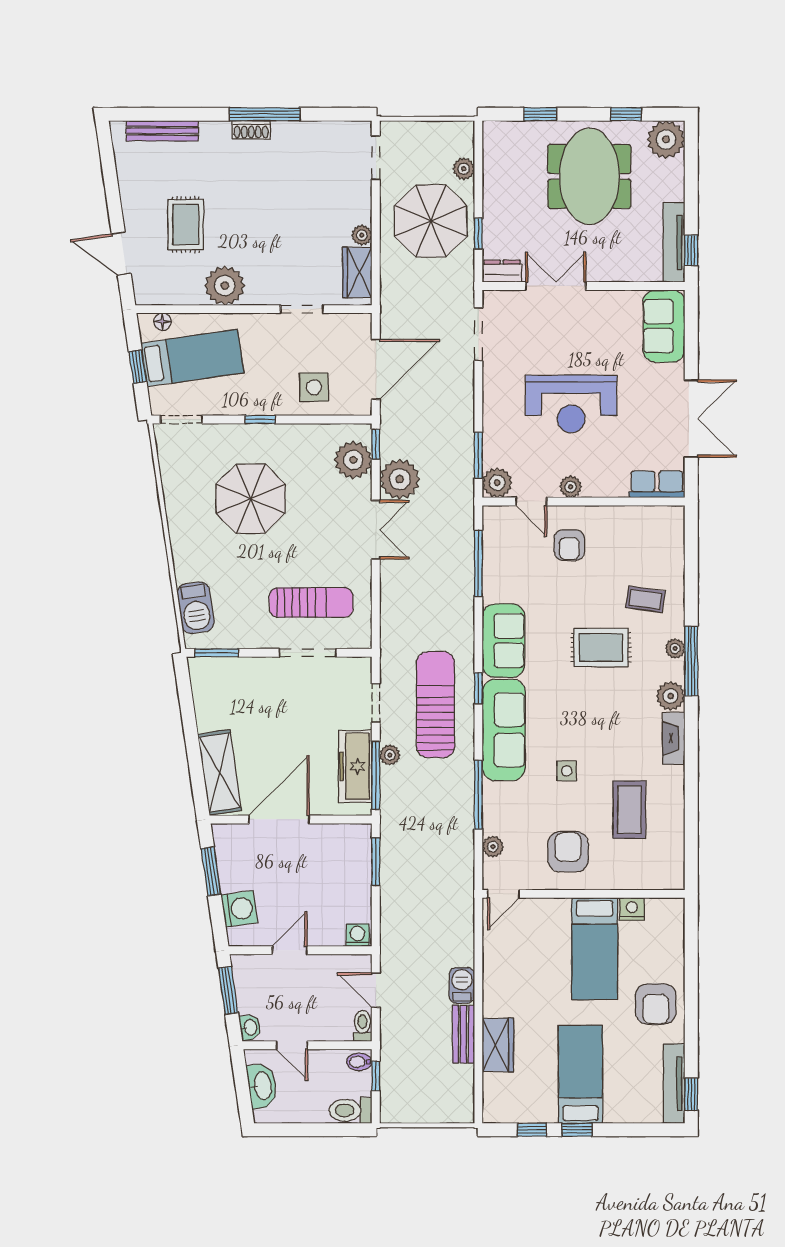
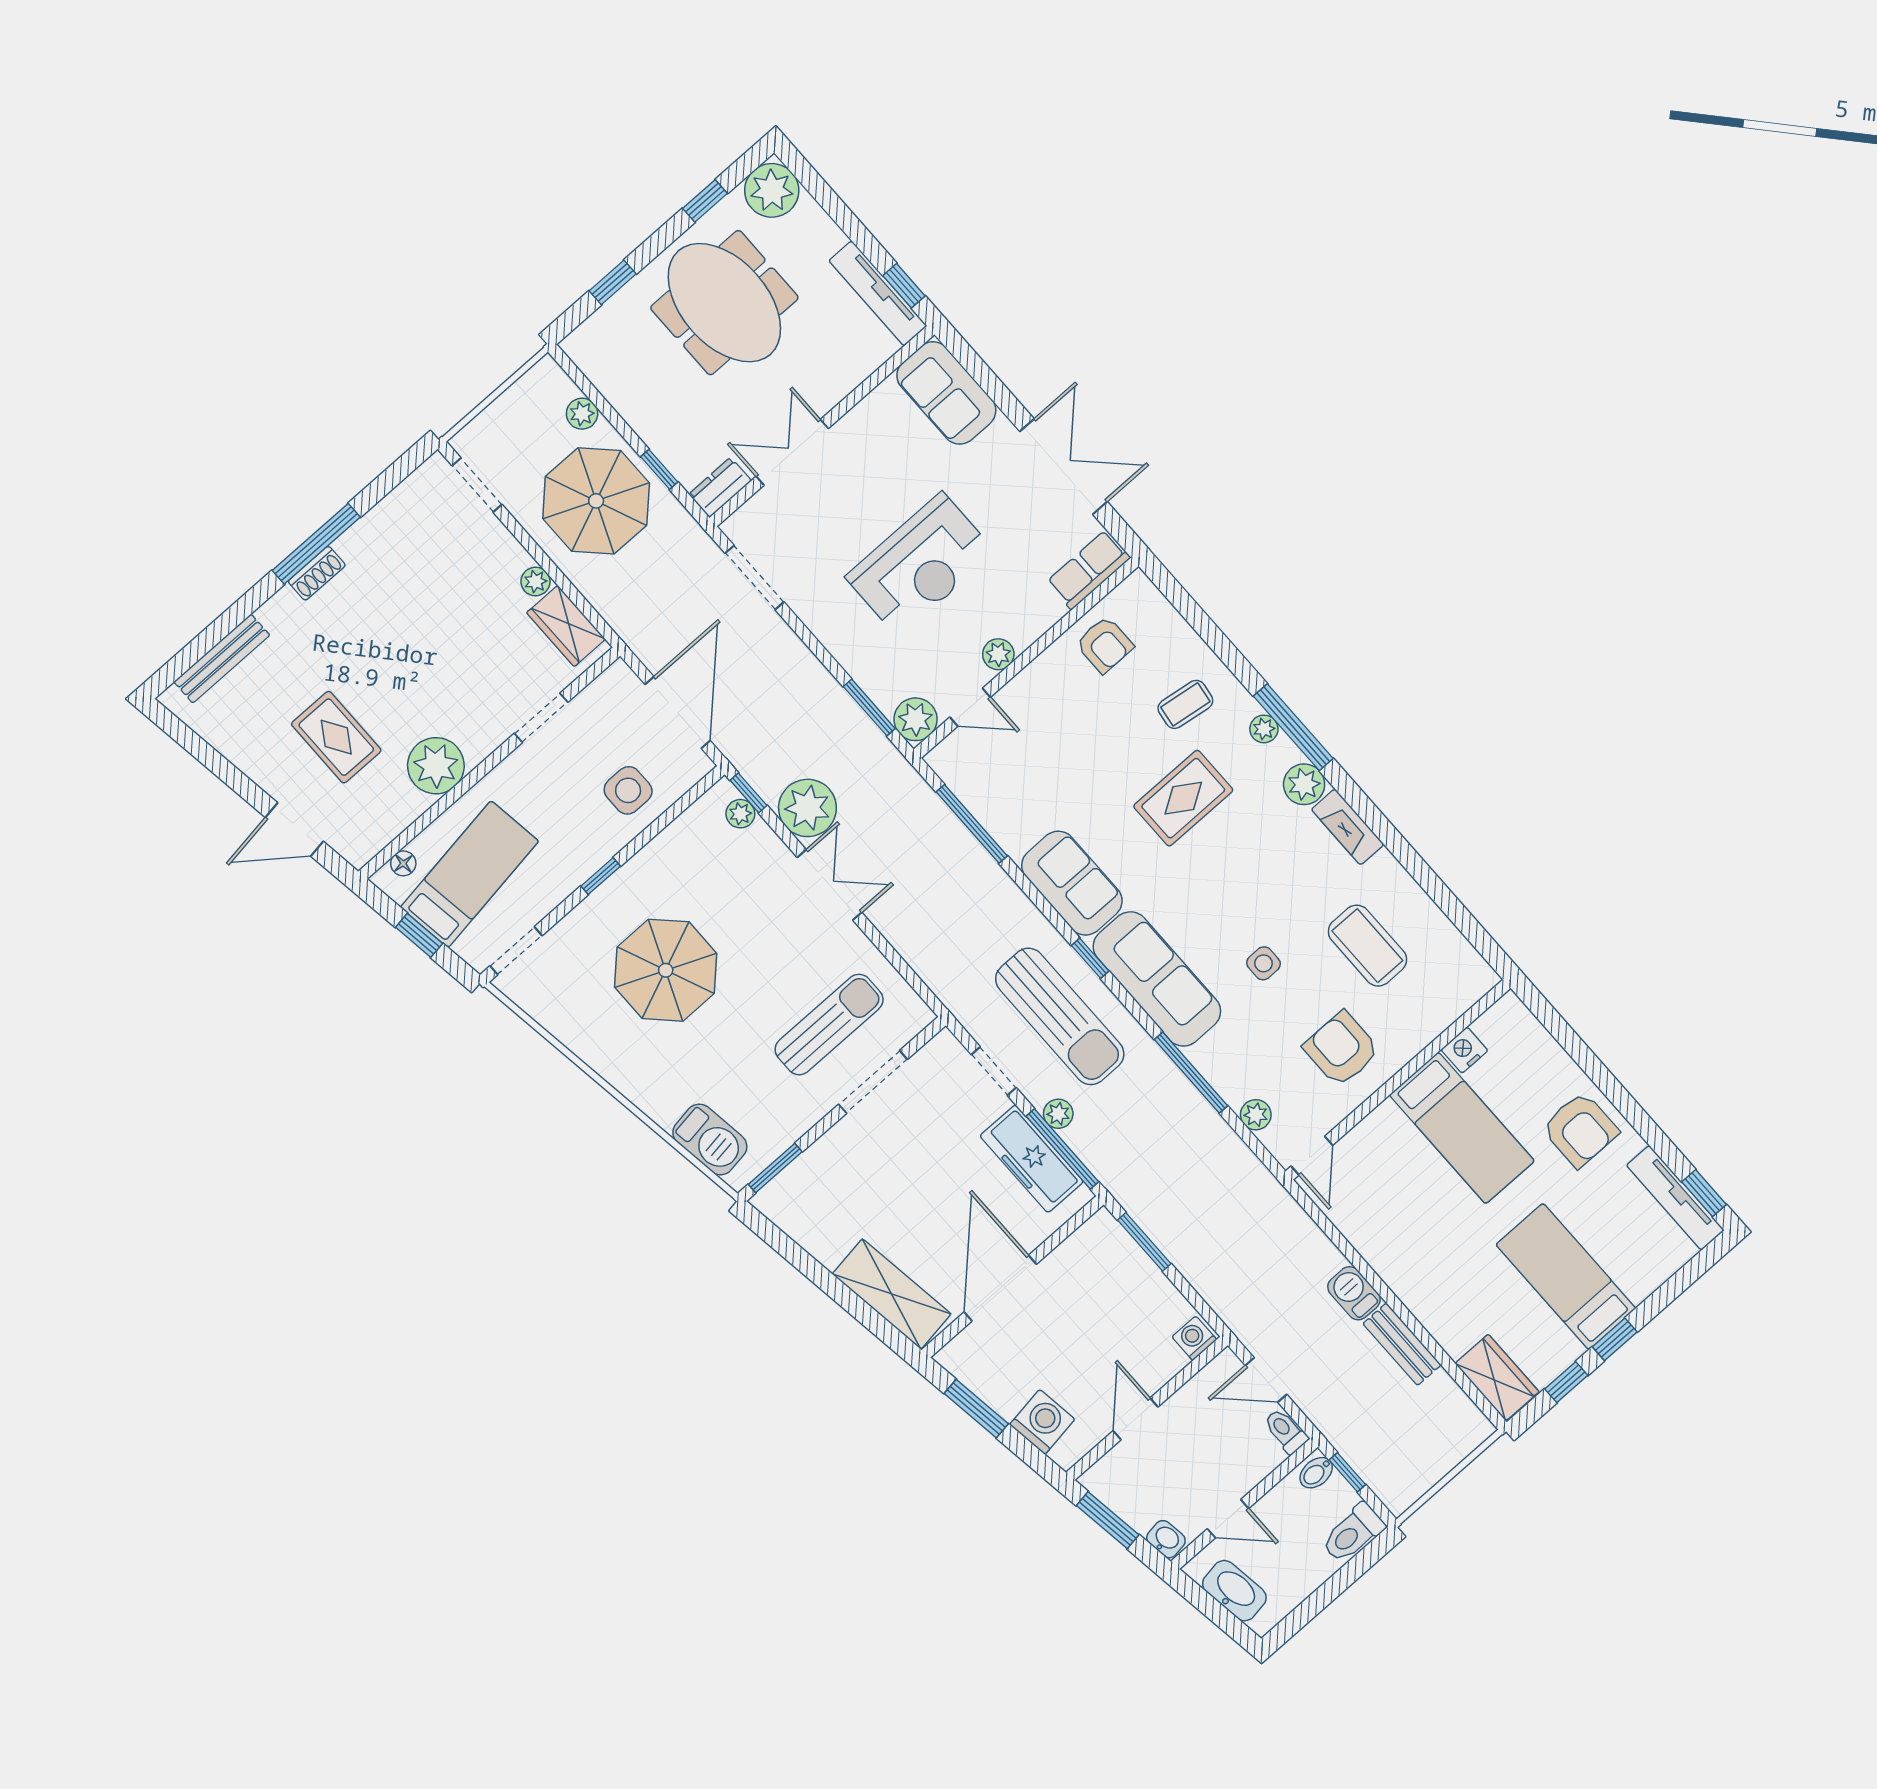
plant: (353, 460) -> (740, 814), width x0.53, depth x0.53
armchair: (569, 545) -> (1104, 645), moved
sun lounger: (436, 705) -> (1060, 1016), turned 180
wardrobe: (498, 1045) -> (1497, 1378), moved

